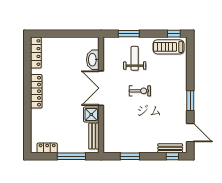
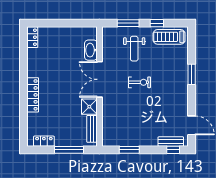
window: (174, 34) -> (157, 23), moved
locker: (36, 53) -> (32, 37), width x0.66
weight bench: (135, 58) -> (134, 49), turned 180
locker: (36, 91) -> (33, 95), moved
window: (190, 101) -> (192, 74), moved

